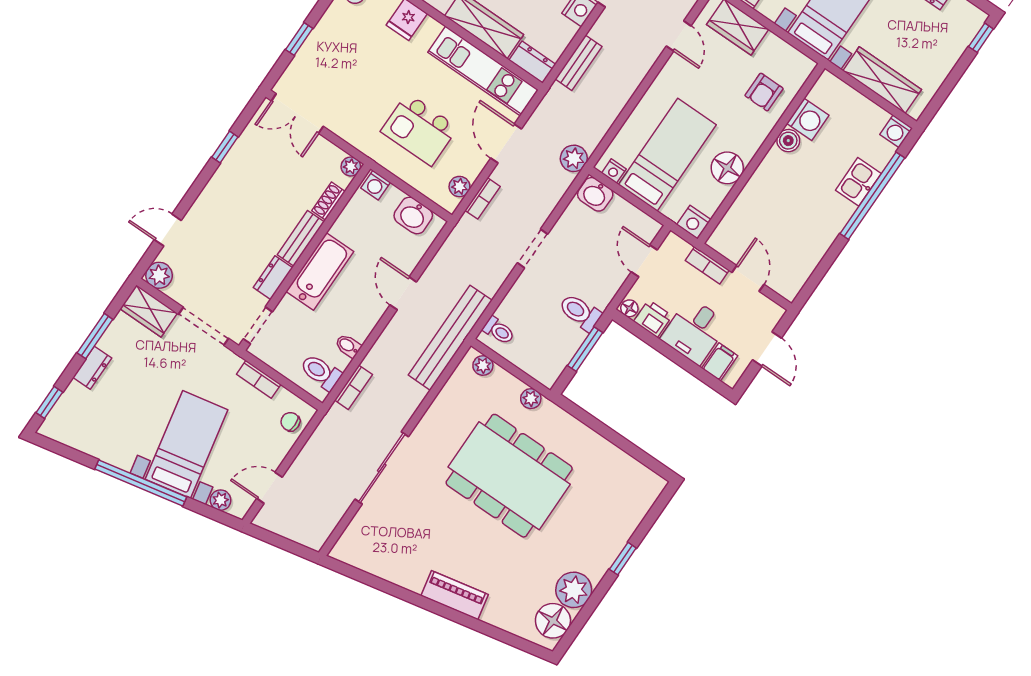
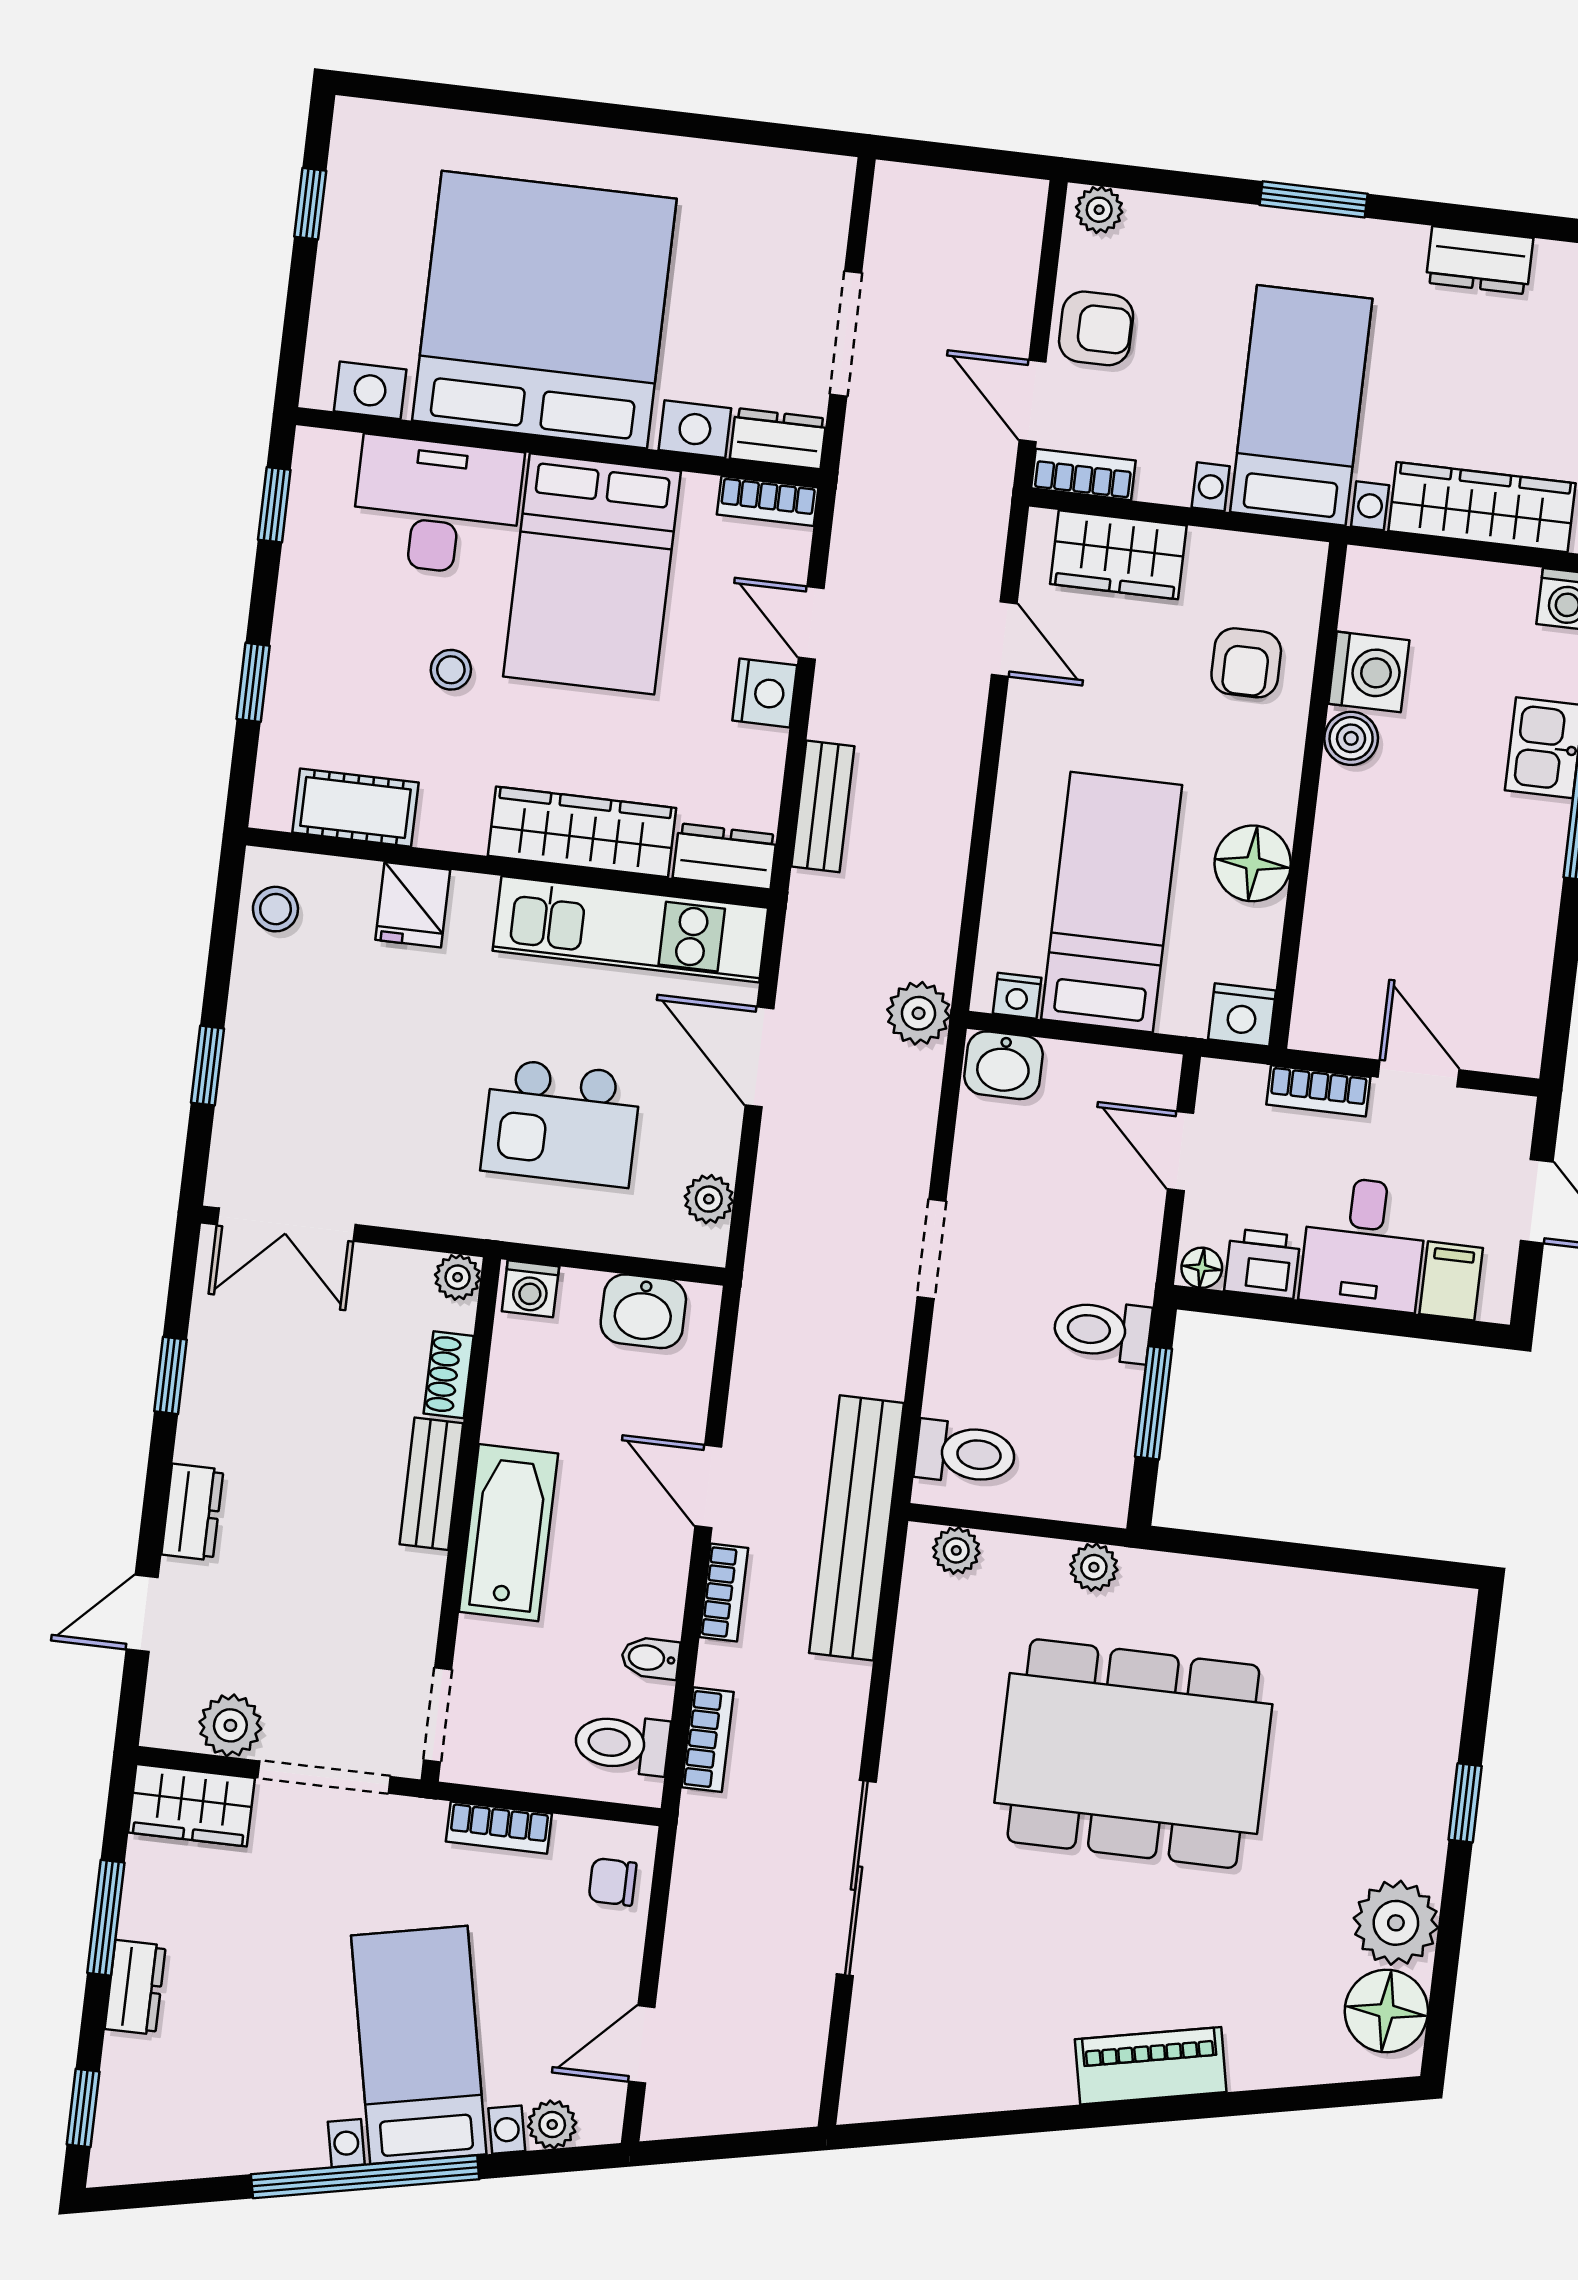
bookcase: (483, 198) -> (724, 1592), moved
plant: (159, 275) -> (230, 1725), moved
dresser: (273, 278) -> (192, 1512), moved, turned 180
toilet: (499, 331) -> (965, 1453), width x1.37, depth x1.39

